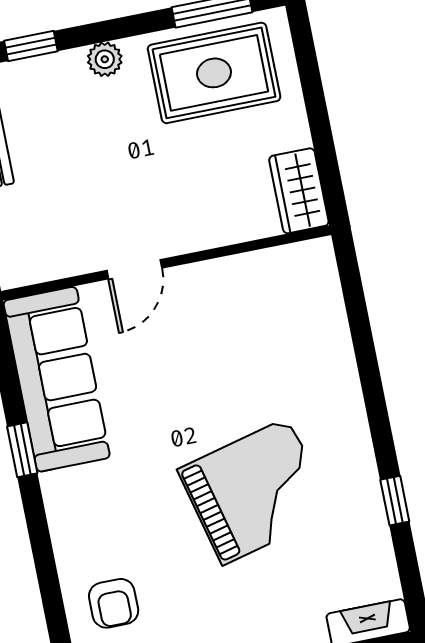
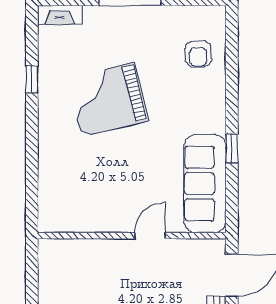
wardrobe: (299, 191) -> (51, 261), removed
armchair: (114, 603) -> (198, 54), turned 180

